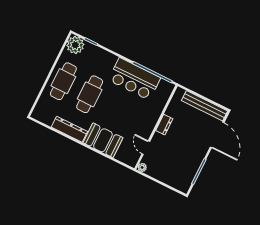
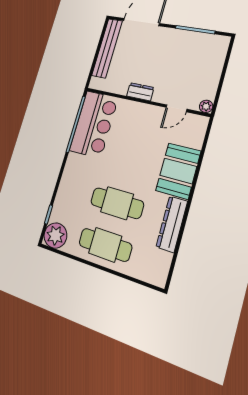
bar counter: (134, 79) -> (94, 124), moved

